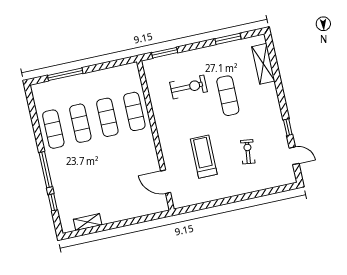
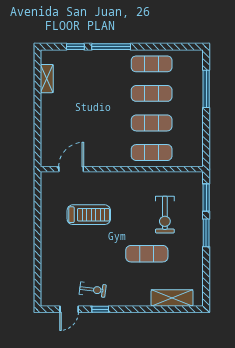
window: (228, 39) -> (206, 233), moved
exercise bike: (248, 152) -> (93, 290), moved

